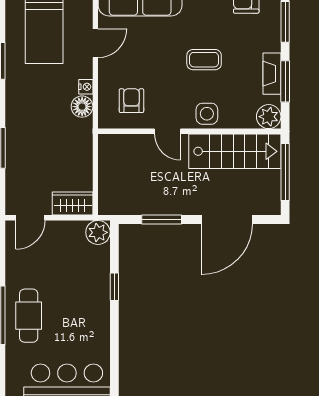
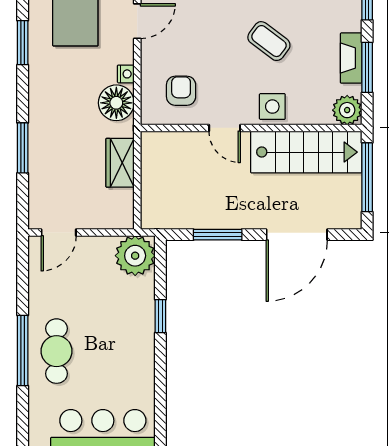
coffee table: (204, 60) -> (269, 41), turned 37
floor lamp: (82, 107) -> (116, 103), width x1.38, depth x1.38
wardrobe: (73, 203) -> (120, 163), moved, turned -90
plant: (98, 232) -> (135, 256), width x1.36, depth x1.36

